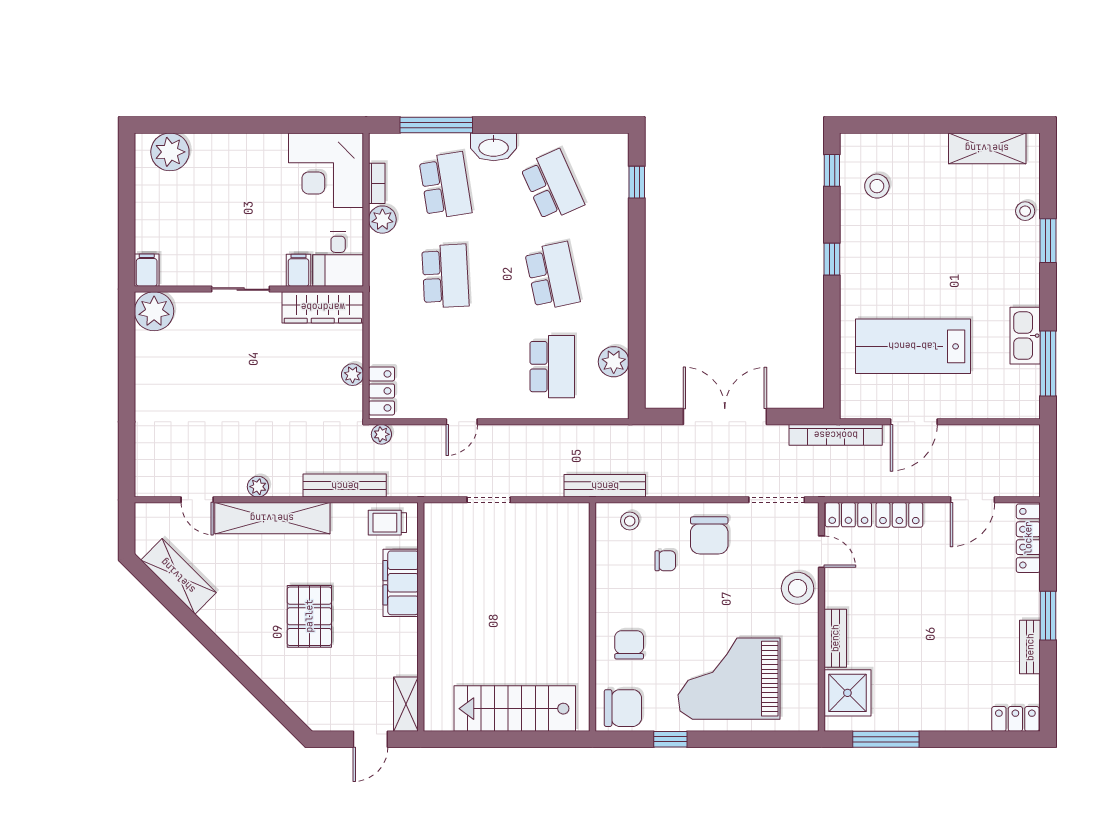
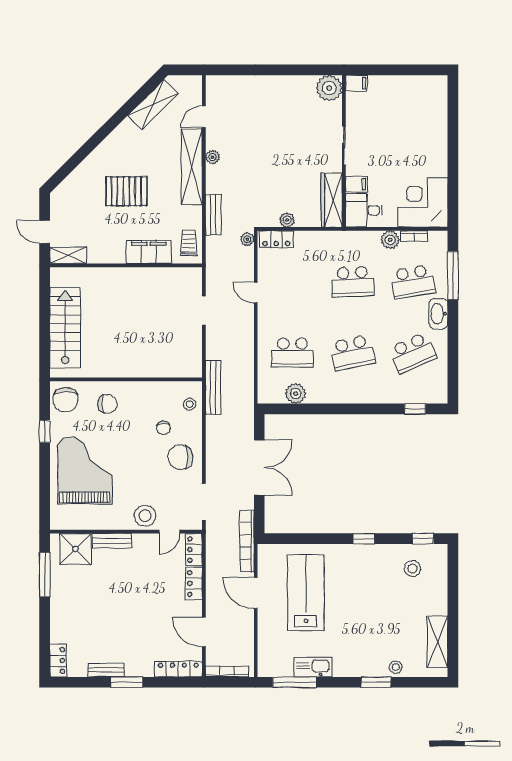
plant: (170, 152) -> (435, 99), removed
bookcase: (1032, 465) -> (227, 672), added
bench: (345, 486) -> (213, 215), width x0.73

